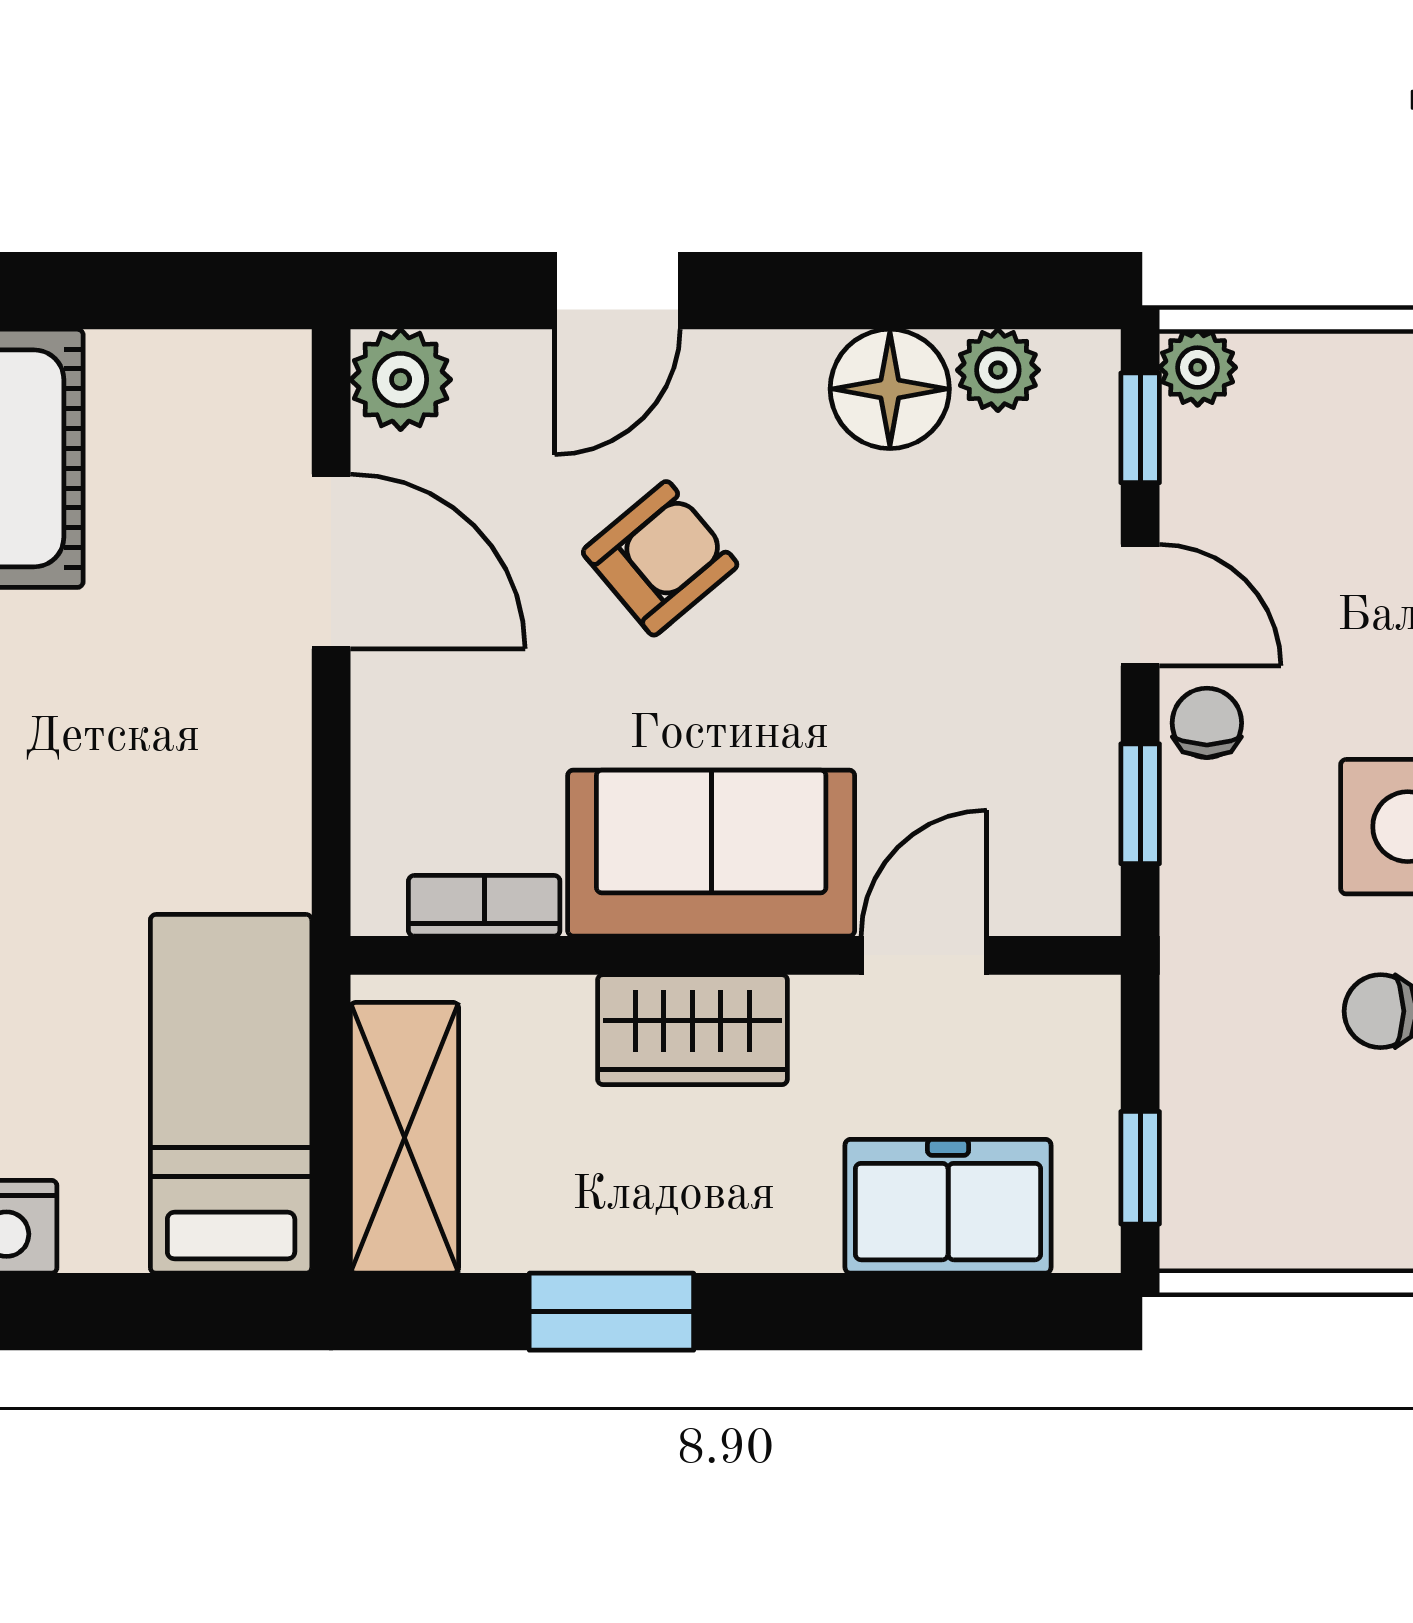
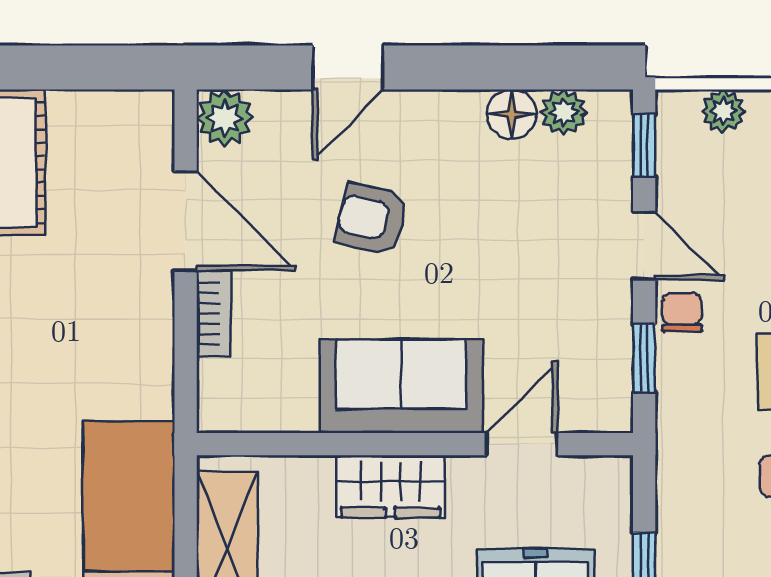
plant: (1198, 367) -> (723, 111), moved
floor lamp: (890, 389) -> (511, 114), width x0.73, depth x0.73
armchair: (660, 558) -> (372, 219), turned -127
bookcase: (484, 906) -> (214, 314), moved, turned 90

